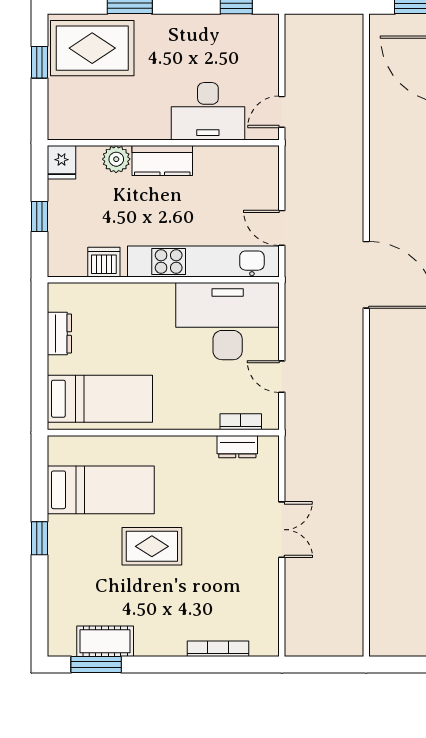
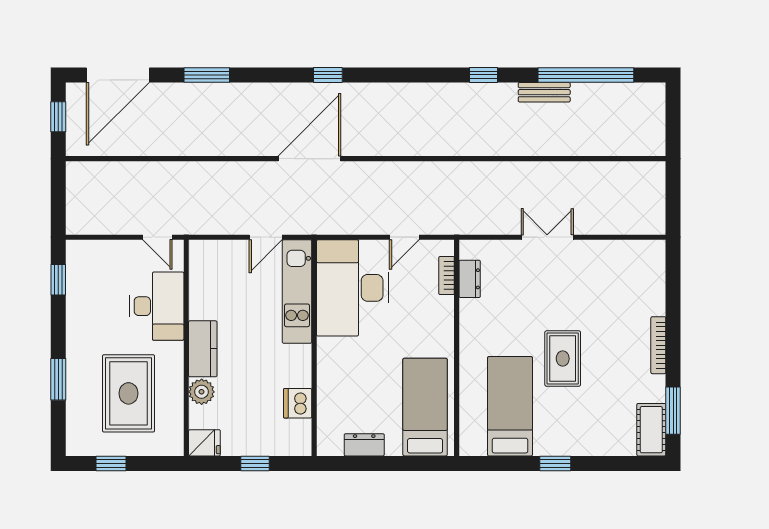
rug: (92, 48) -> (129, 393), moved
kitchen unit: (203, 261) -> (297, 292), width x0.73
cot: (105, 641) -> (651, 430), moved
bookcase: (218, 649) -> (658, 345), moved

